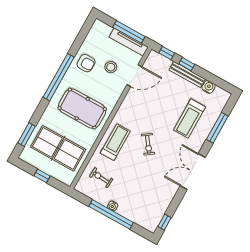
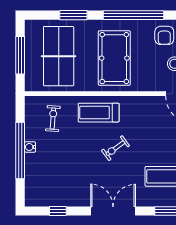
window: (27, 135) -> (73, 15), moved
treadmill: (115, 142) -> (99, 113), turned 180
window: (42, 176) -> (20, 55), width x2.17
window: (165, 222) -> (58, 211), moved

